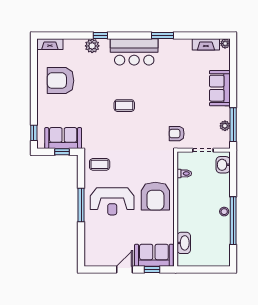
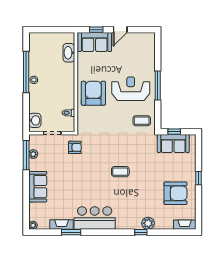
window: (162, 36) -> (71, 232), moved
fireplace: (206, 44) -> (62, 225), moved
bar counter: (134, 52) -> (95, 218), moved
window: (34, 133) -> (199, 178), moved

